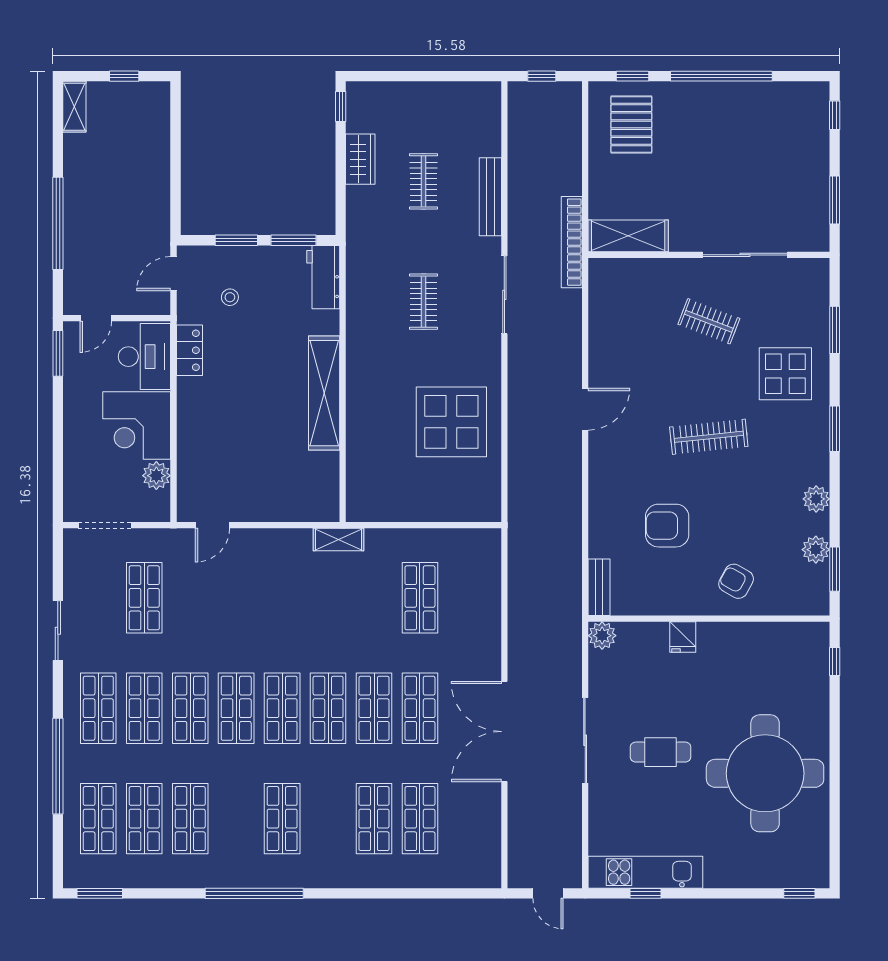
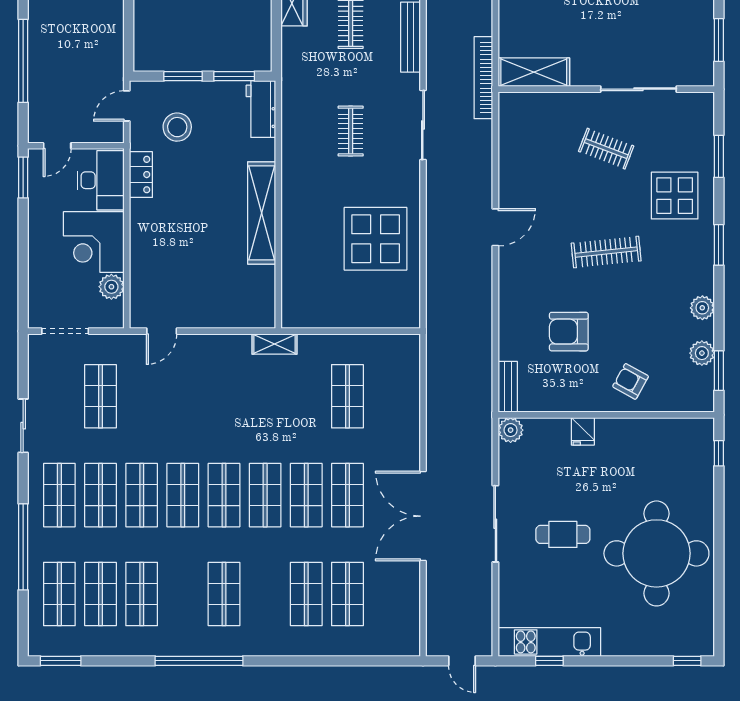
stool: (230, 297) -> (177, 127), width x1.89, depth x1.89

